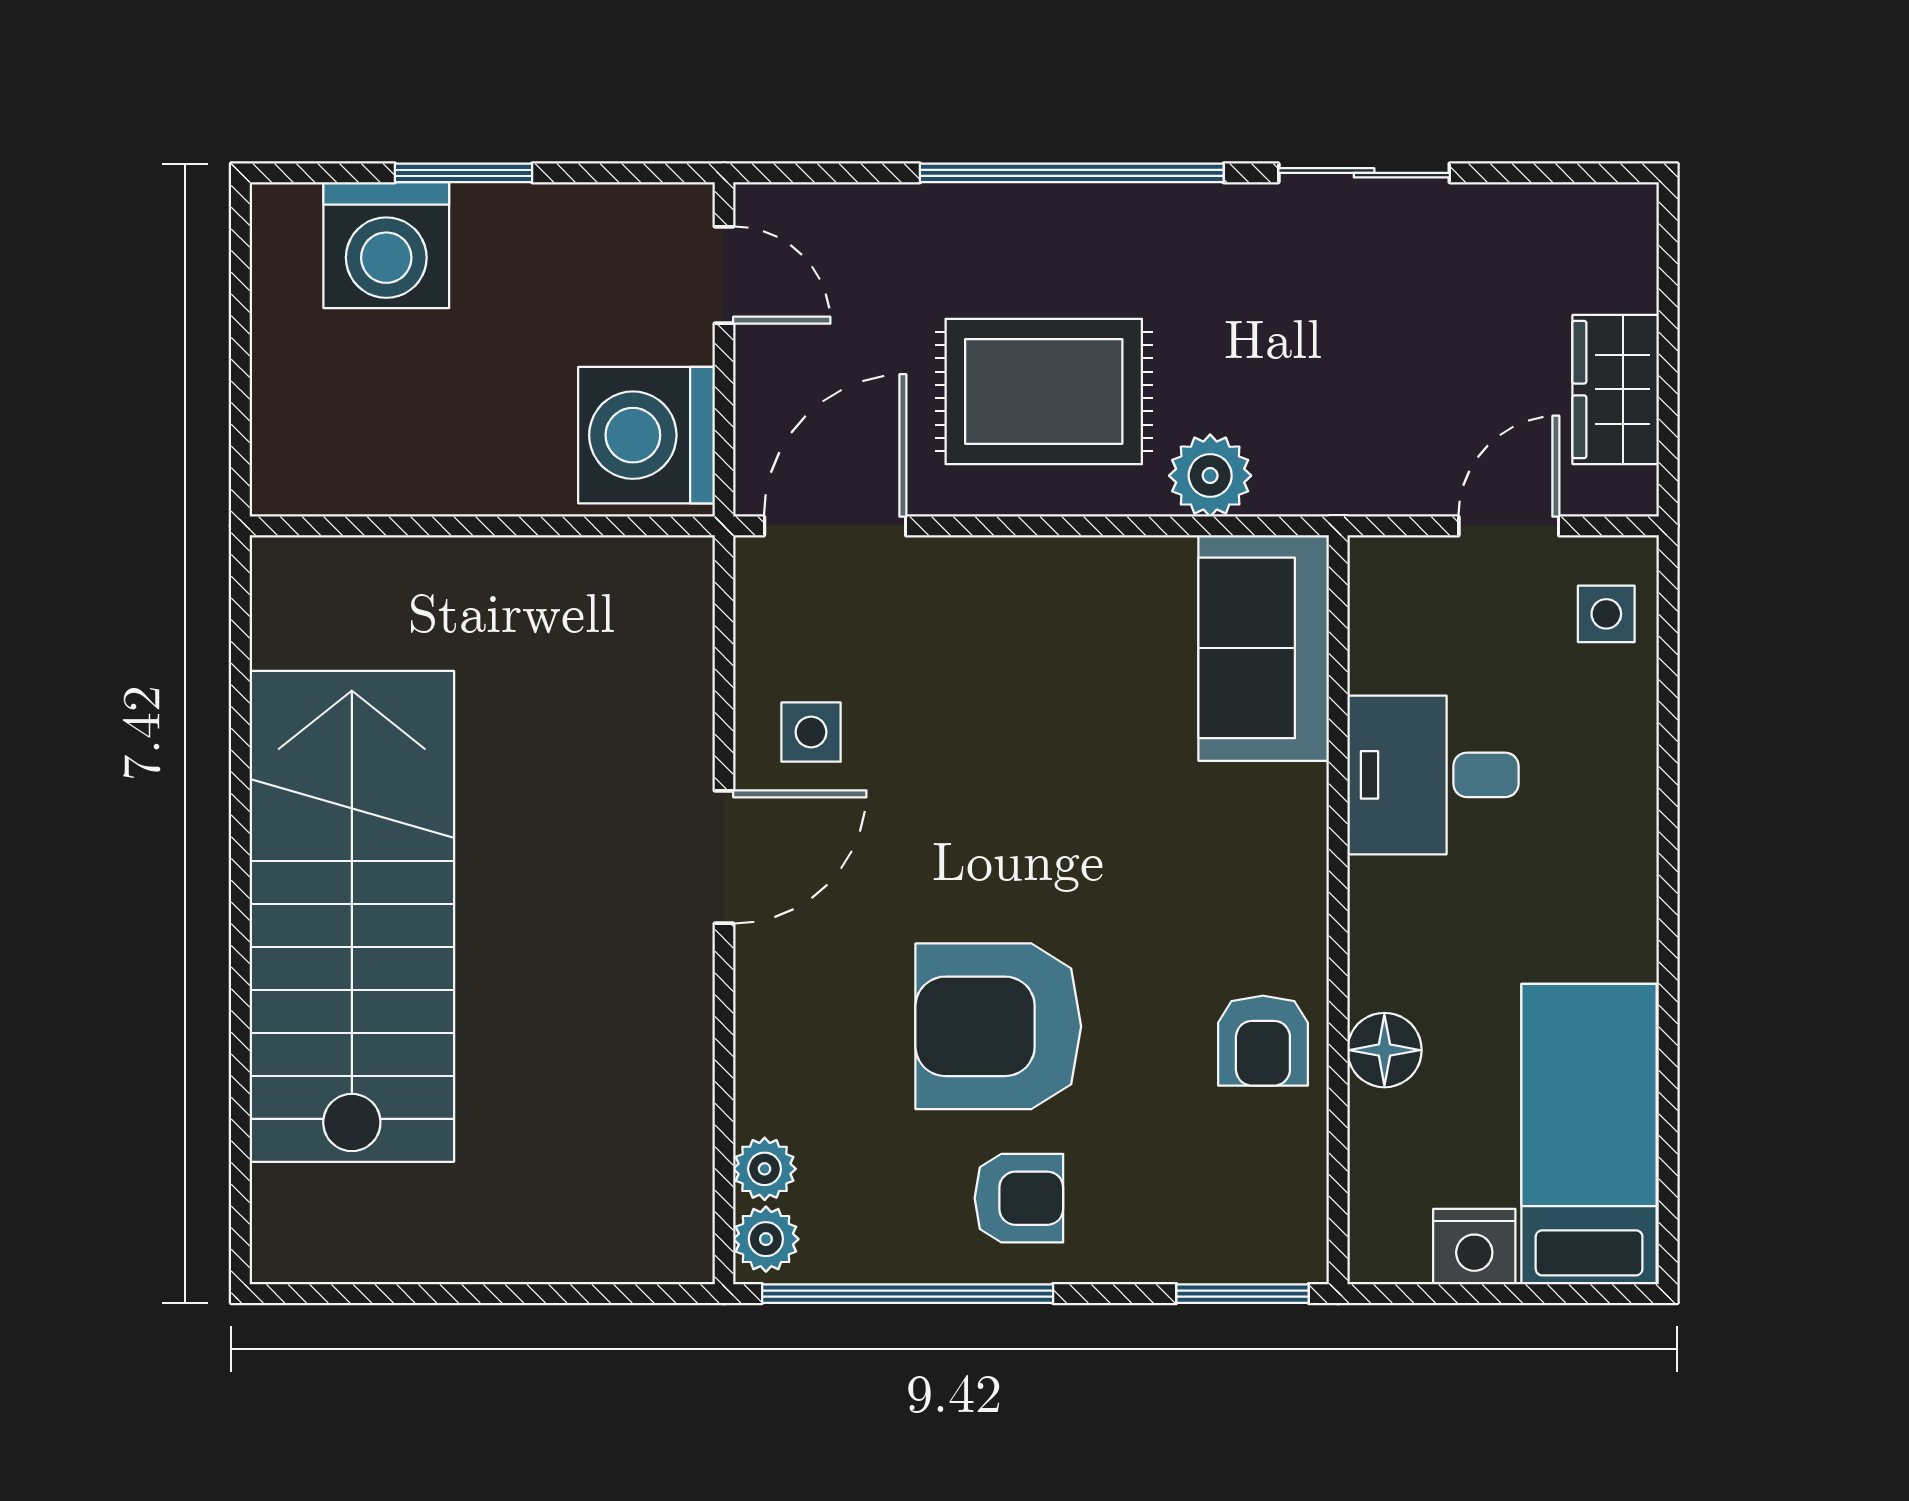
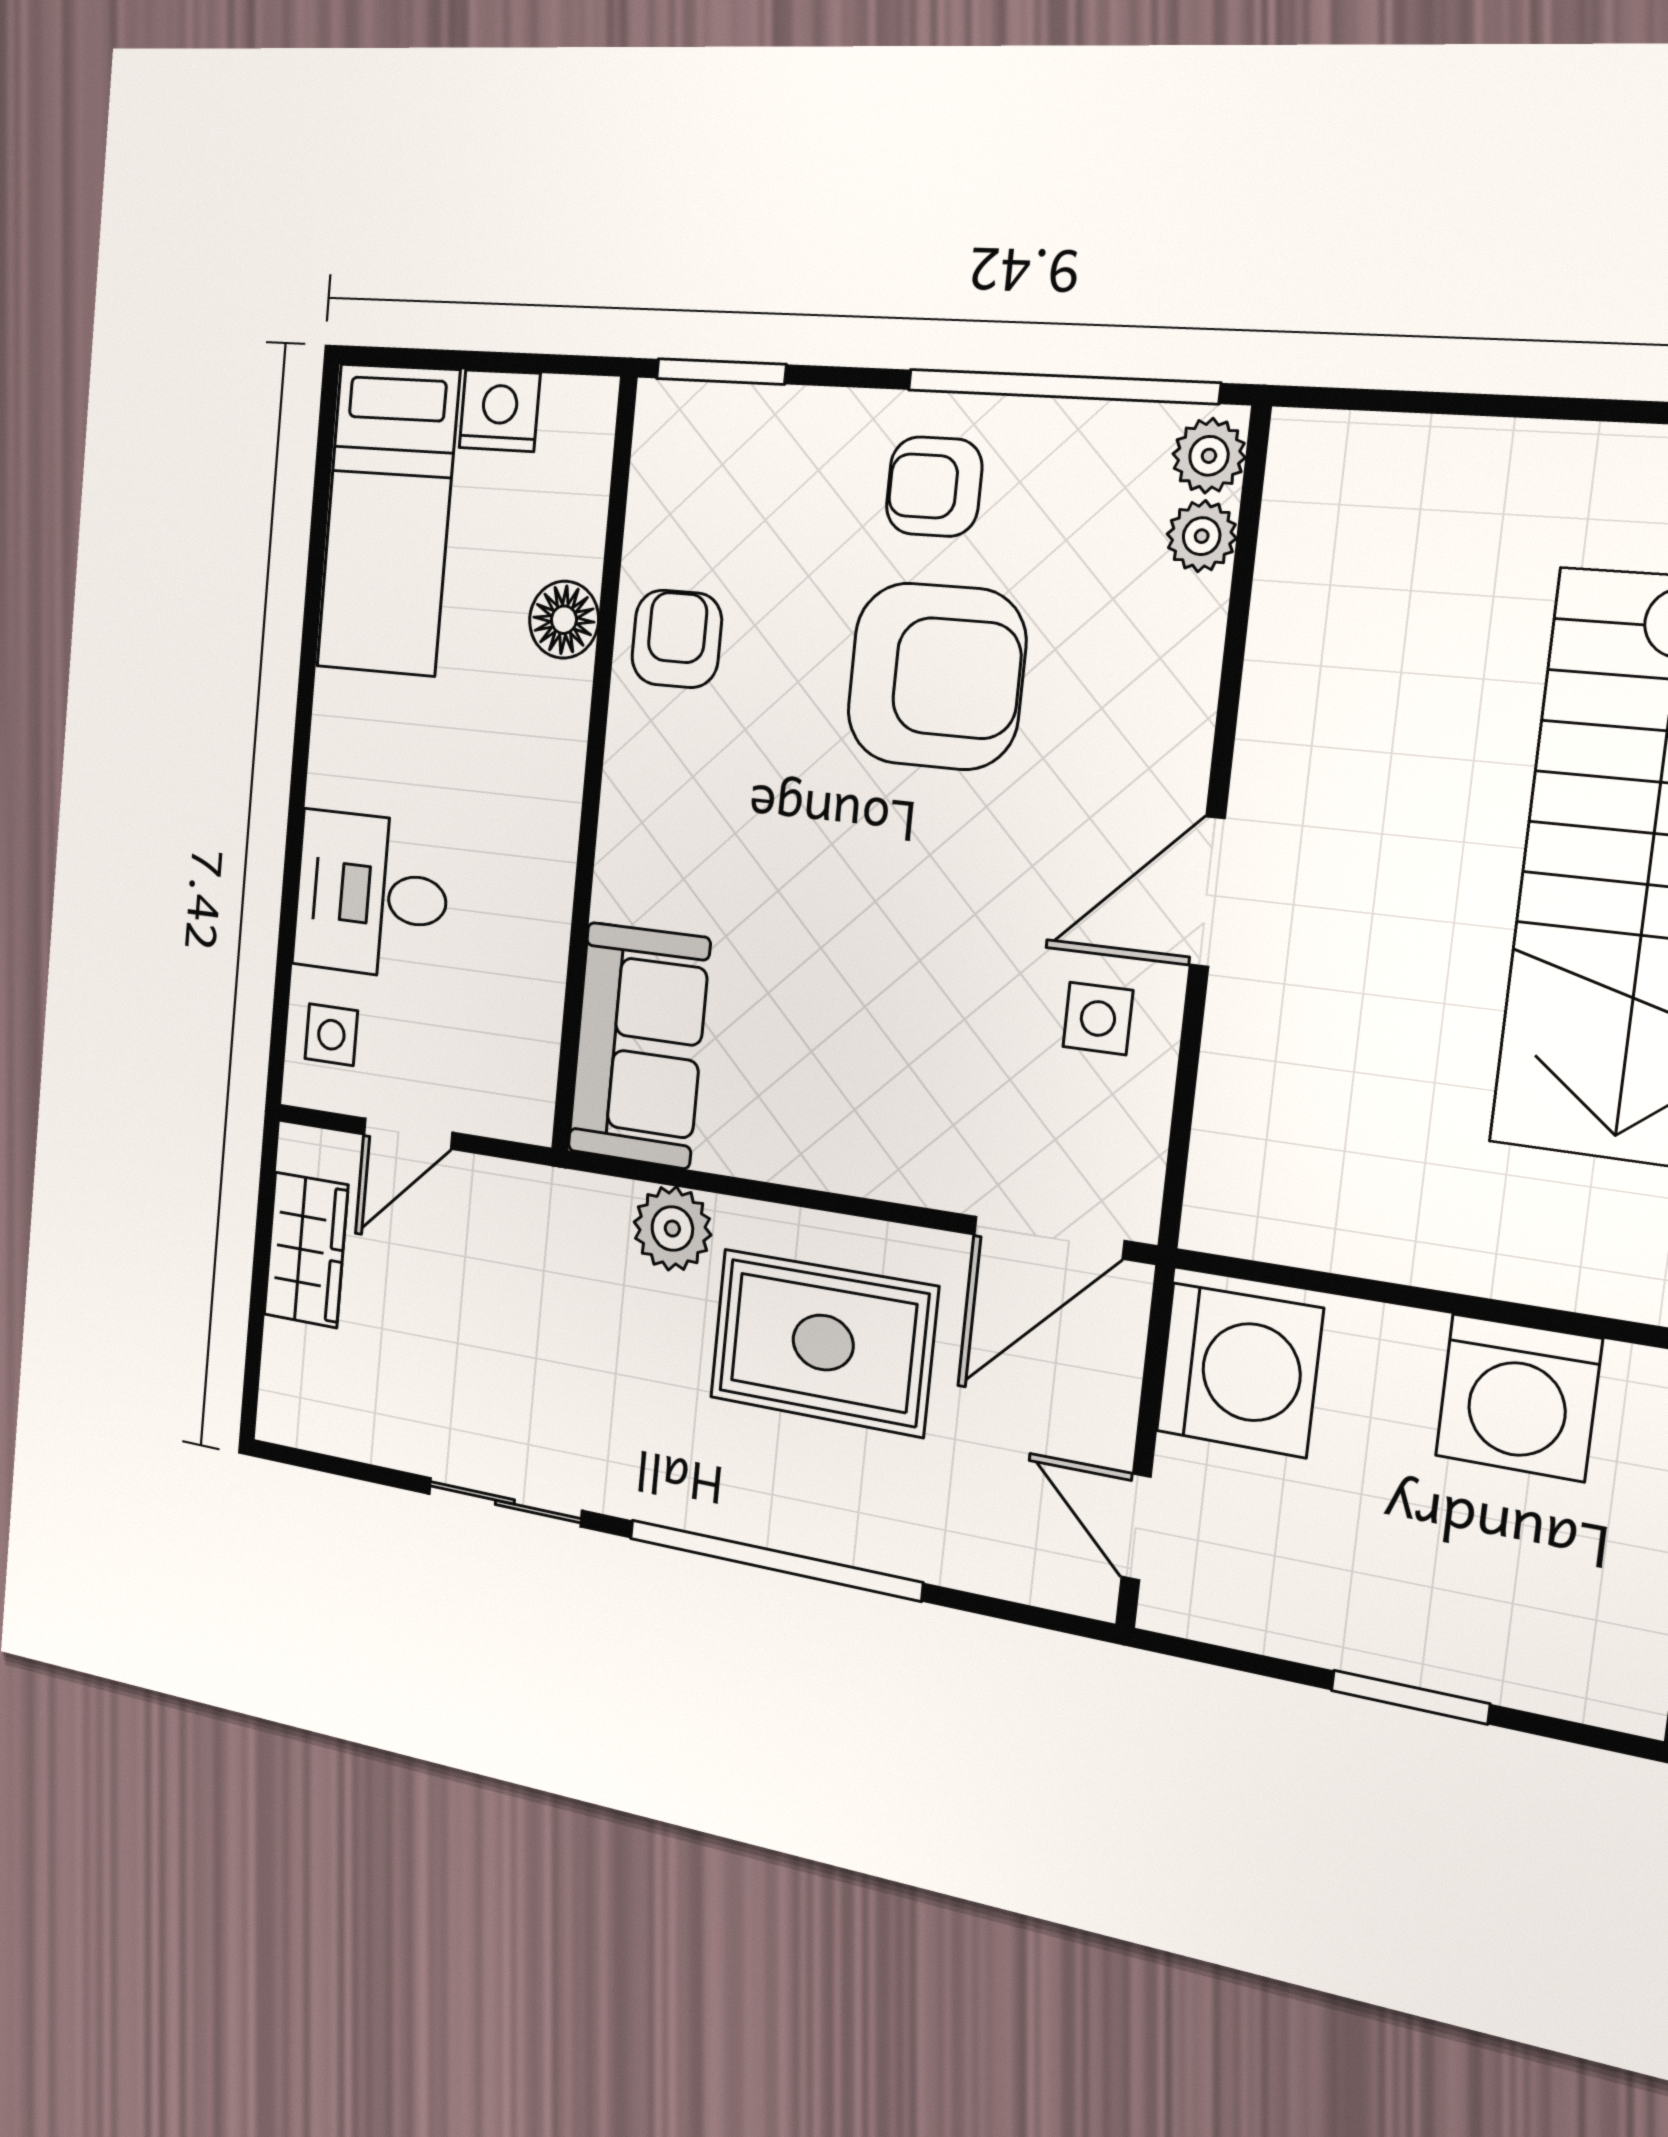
washing machine: (386, 245) -> (1518, 1398), moved, turned 180
desk: (1433, 775) -> (371, 895), moved, turned 180

